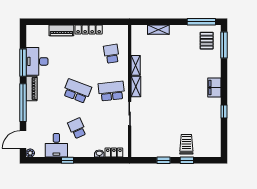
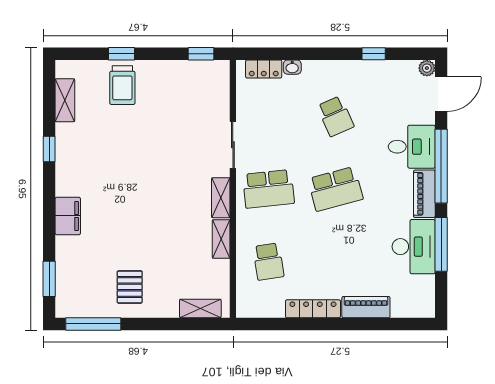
shelving: (158, 30) -> (200, 309), moved
pallet: (207, 41) -> (130, 287), moved
window: (224, 45) -> (49, 279), width x0.69
filing cabinet: (214, 88) -> (68, 216), moved
school desk: (77, 91) -> (335, 189), turned -36
shelving: (216, 136) -> (65, 100), added
desk: (56, 145) -> (412, 147), moved, turned 90
window: (68, 160) -> (374, 54), moved
window: (163, 160) -> (201, 54), moved

